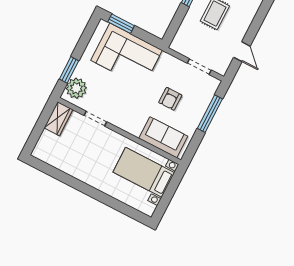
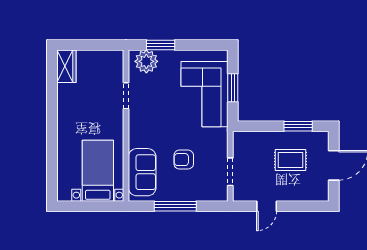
window: (121, 24) -> (233, 88), moved
window: (210, 114) -> (175, 206), moved
wardrobe: (58, 119) -> (66, 66), moved, turned -90

